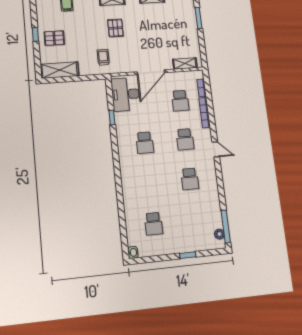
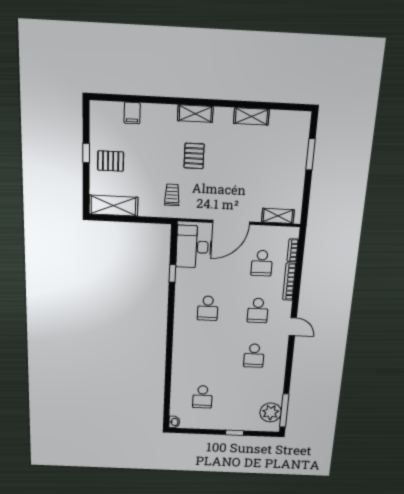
plant: (219, 234) -> (271, 412), width x1.88, depth x1.88

